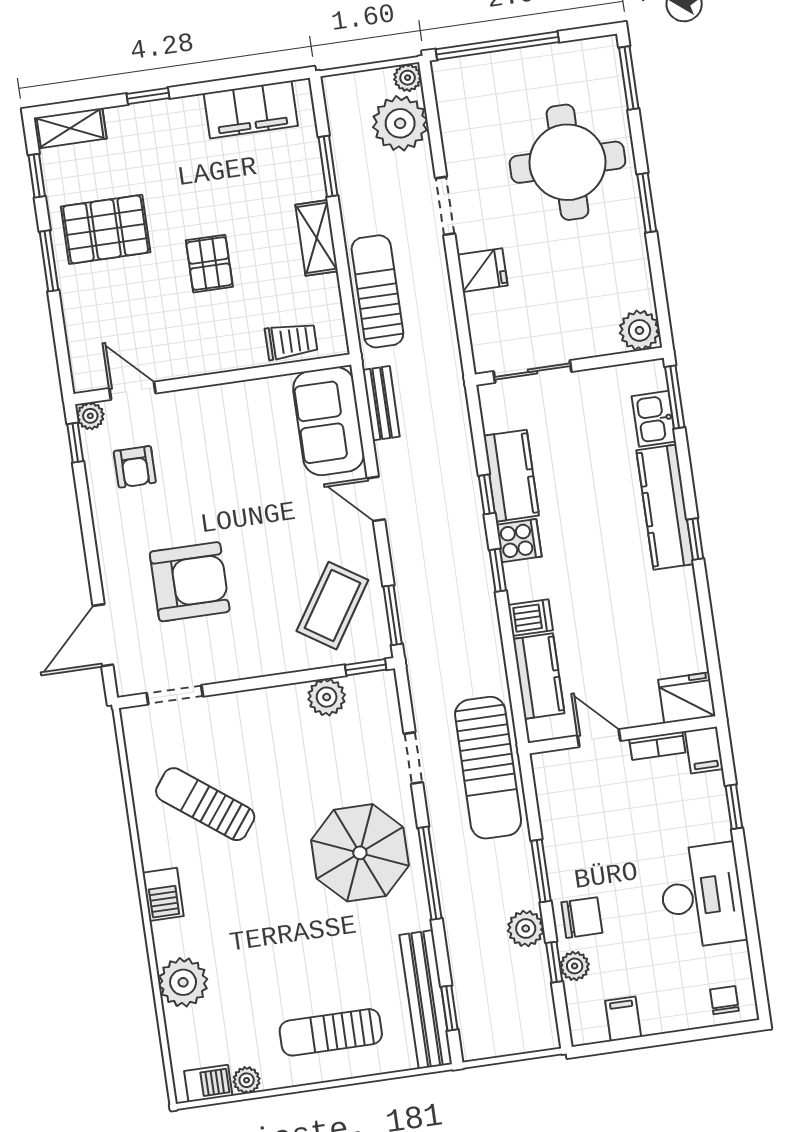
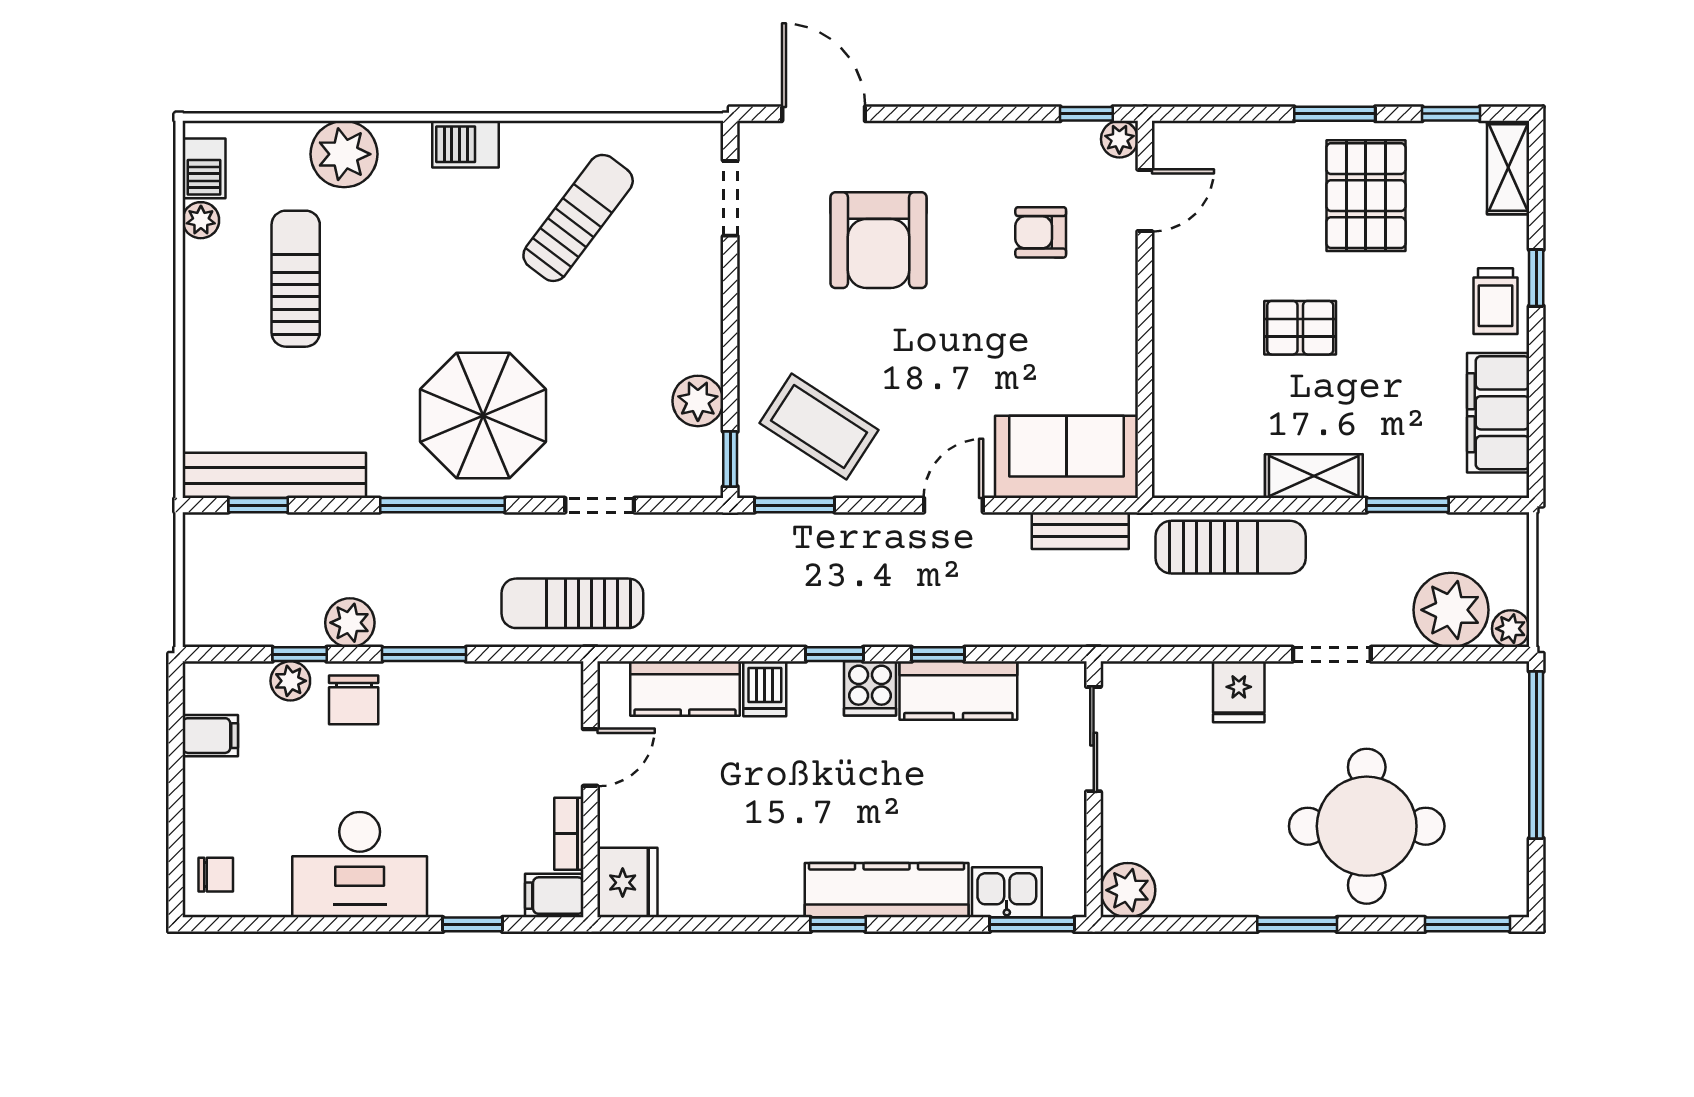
trolley: (291, 341) -> (1495, 301), moved
armchair: (135, 467) -> (1041, 232), moved
sun lounger: (488, 768) -> (572, 603), width x0.73, depth x0.75
sun lounger: (331, 1032) -> (296, 279), moved

